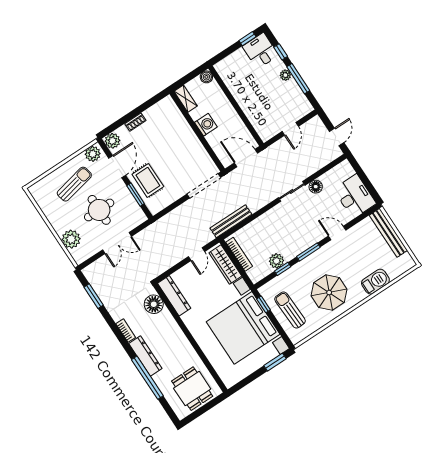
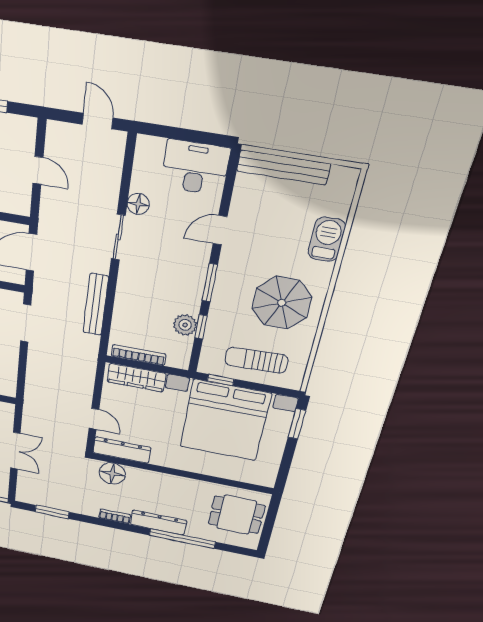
doorway: (204, 186) -> (26, 323), width x0.73
bench: (231, 221) -> (96, 305), moved
door: (197, 254) -> (94, 419), moved

